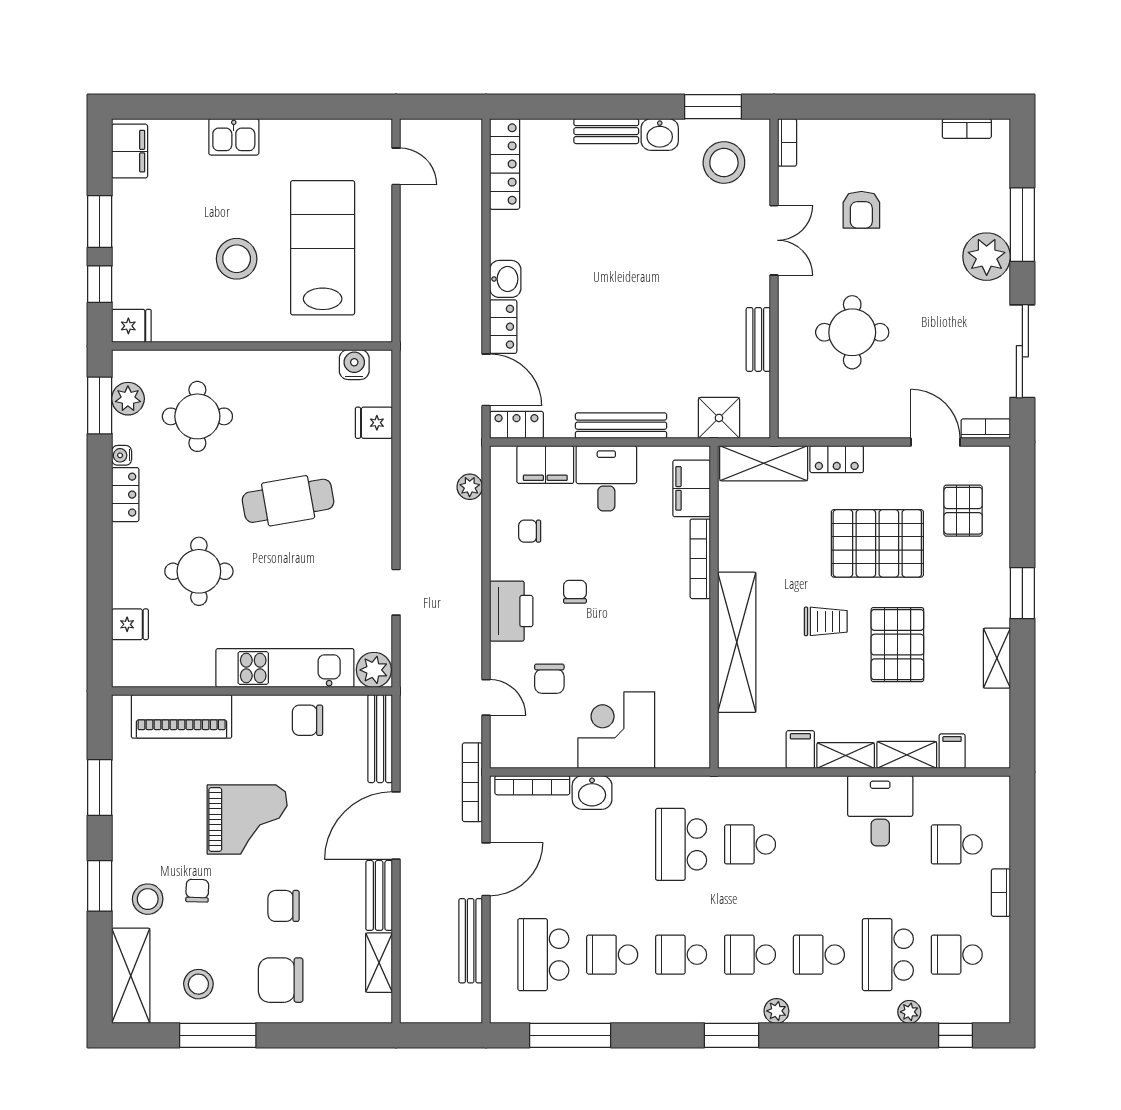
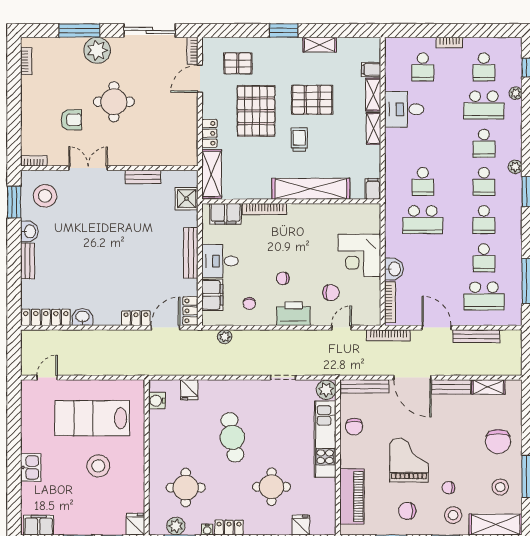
washbasin: (505, 279) -> (82, 317), moved
round table: (852, 332) -> (114, 102), moved
filing cabinet: (800, 750) -> (373, 189), moved, turned 90
chair: (284, 906) -> (407, 511), moved, turned 90

